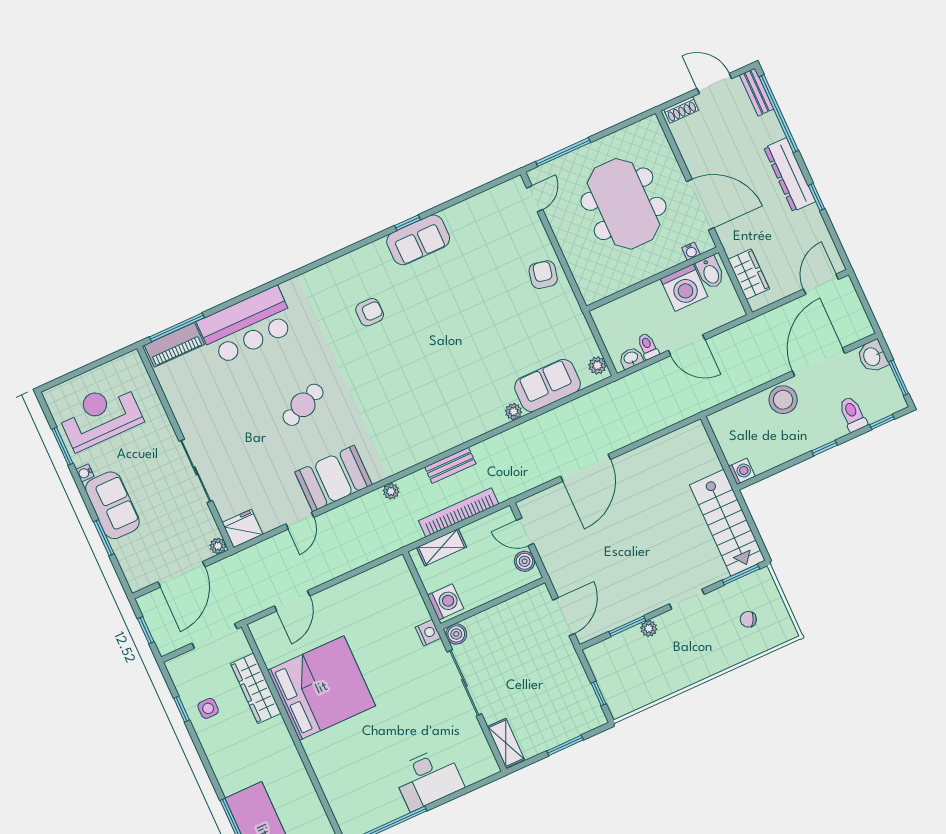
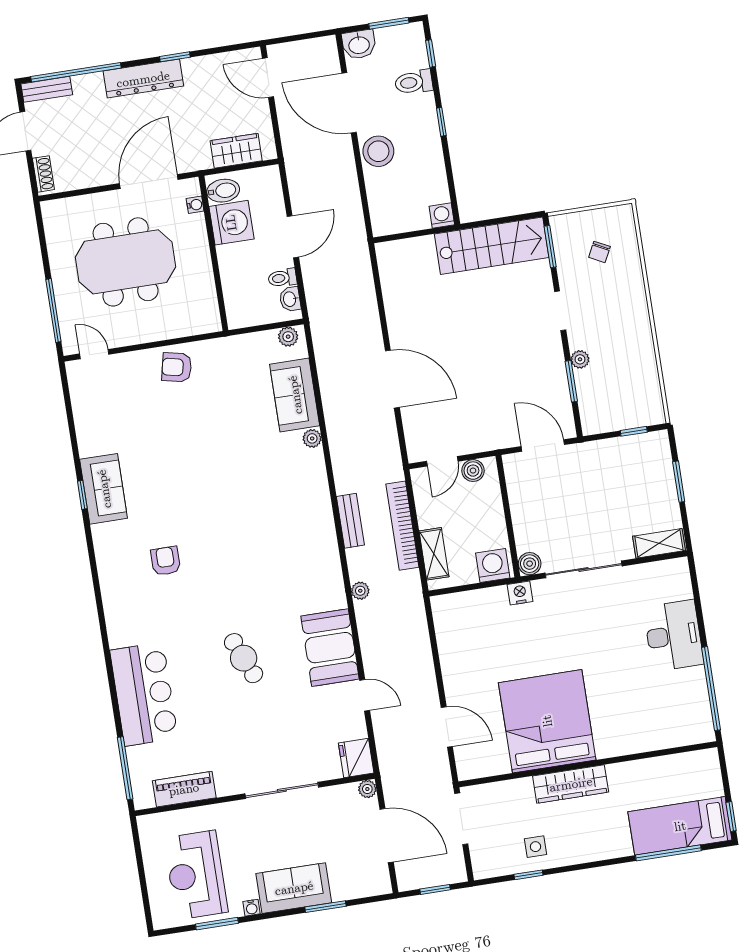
piano: (174, 345) -> (184, 789), moved, turned -90
wardrobe: (256, 688) -> (571, 784), moved

